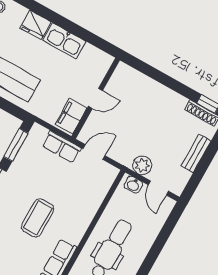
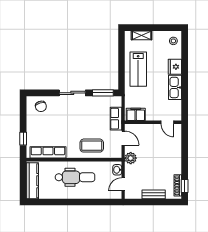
door: (95, 98) -> (167, 122), moved
plant: (142, 165) -> (131, 158), moved
coffee table: (38, 218) -> (92, 146), moved

